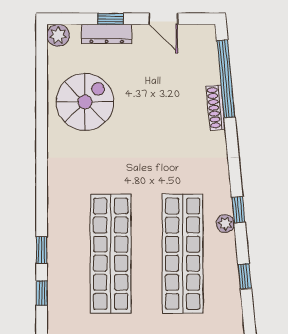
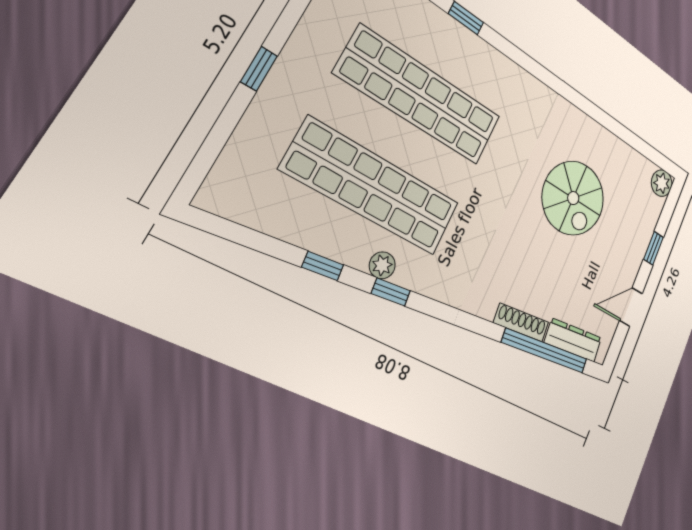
dresser: (107, 34) -> (573, 340), moved, turned 85
spiral stairs: (85, 102) -> (573, 198), moved
window: (245, 276) -> (323, 266), moved

